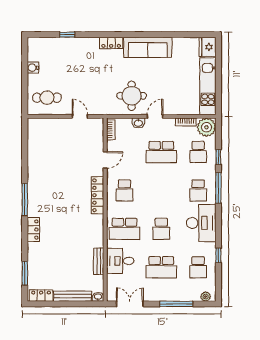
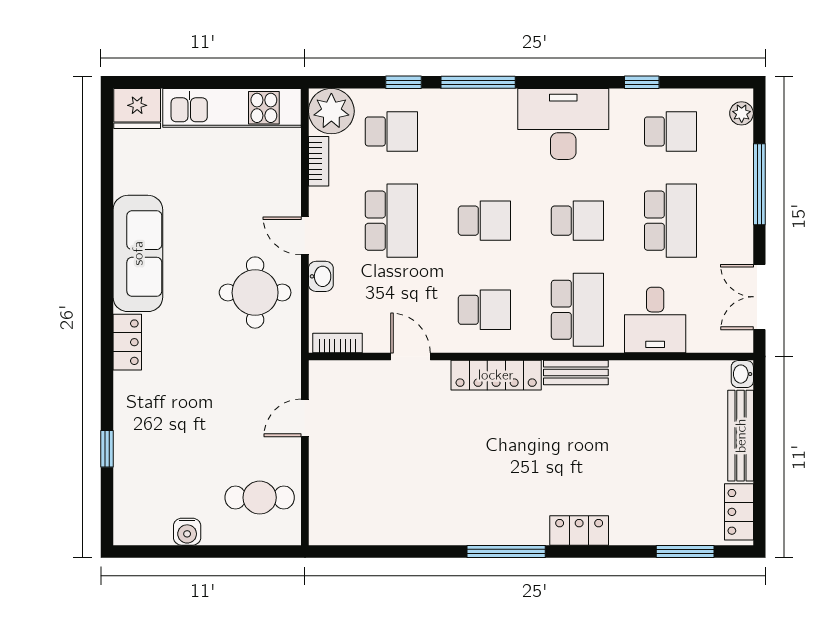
cafe table: (47, 98) -> (260, 498), turned 90
school desk: (198, 190) -> (484, 221), moved
bench: (99, 261) -> (576, 372), moved

